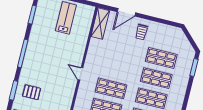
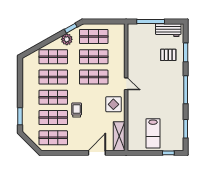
trolley: (141, 32) -> (77, 110), moved
shop shelf: (166, 38) -> (53, 138), added
display table: (98, 57) -> (113, 104), added

